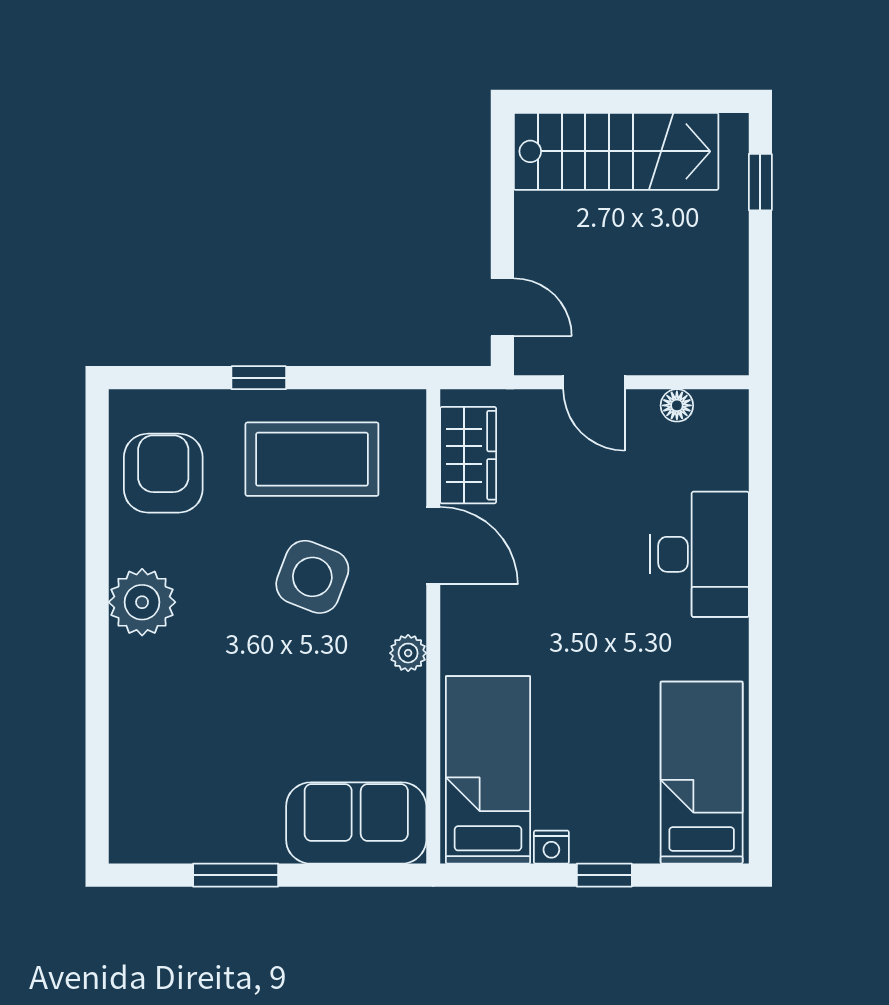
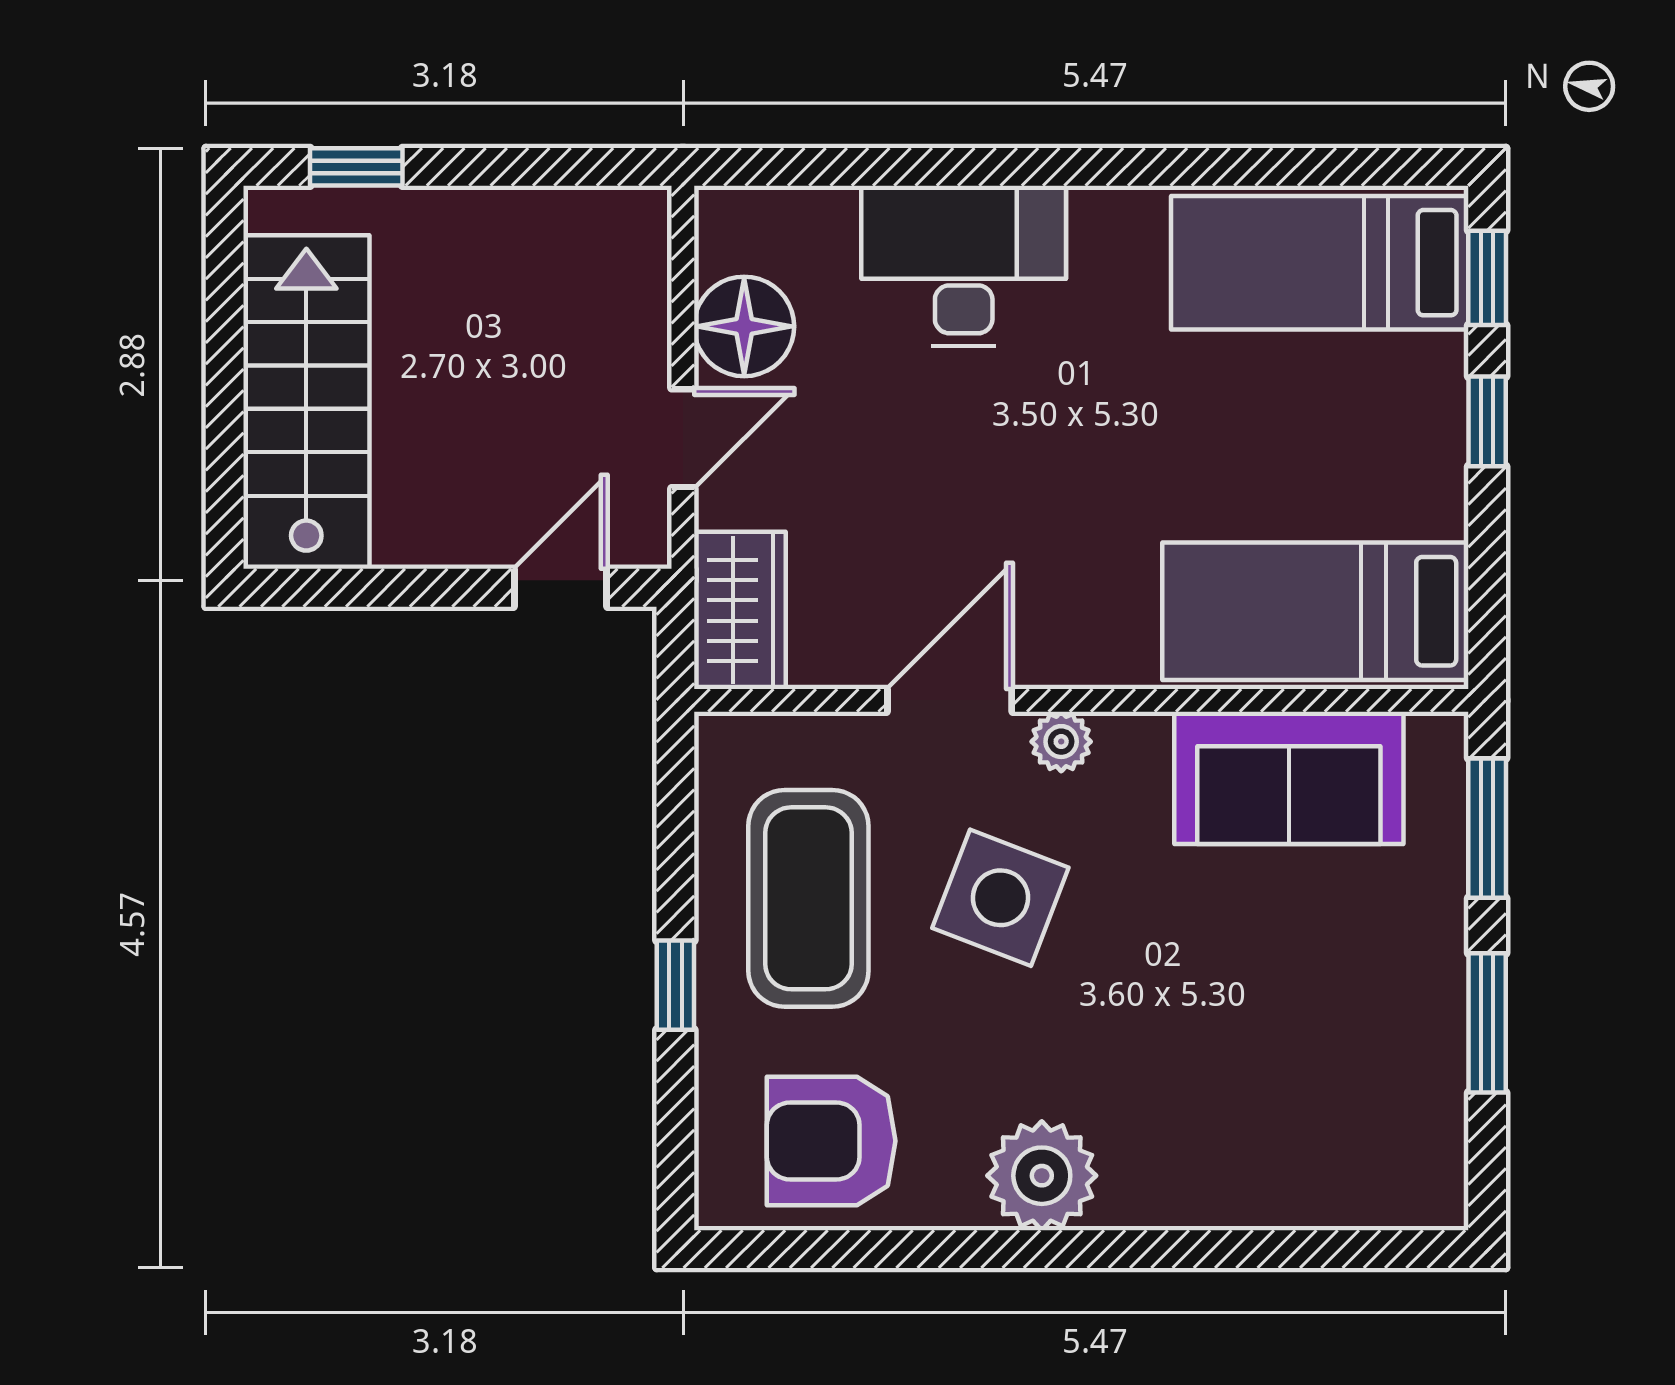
floor lamp: (677, 405) -> (744, 326), width x1.89, depth x1.89
wardrobe: (468, 455) -> (740, 610), moved, turned 90
plant: (408, 653) -> (1061, 742), moved
sofa: (356, 823) -> (1289, 778), moved, turned -90
nightstand: (551, 847) -> (1441, 508), removed
window: (355, 875) -> (1487, 828), added
window: (692, 875) -> (1487, 278), added

